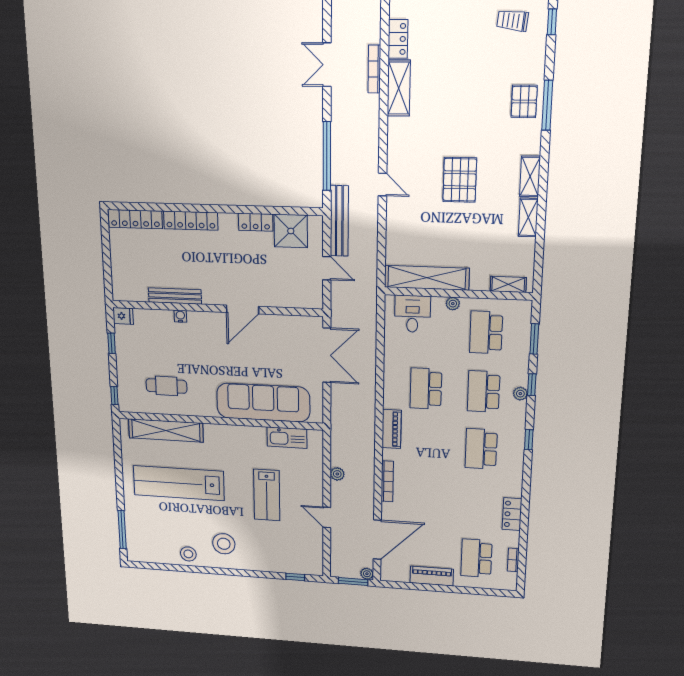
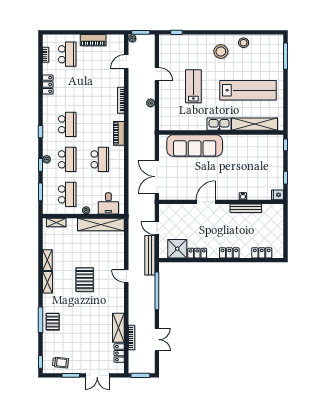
locker: (135, 219) -> (262, 253), width x0.66
locker: (191, 221) -> (229, 253), width x0.66
cafe table: (166, 386) -> (253, 153), removed
kitchen sink: (287, 438) -> (219, 124), moved
door: (377, 540) -> (126, 62), width x0.53

